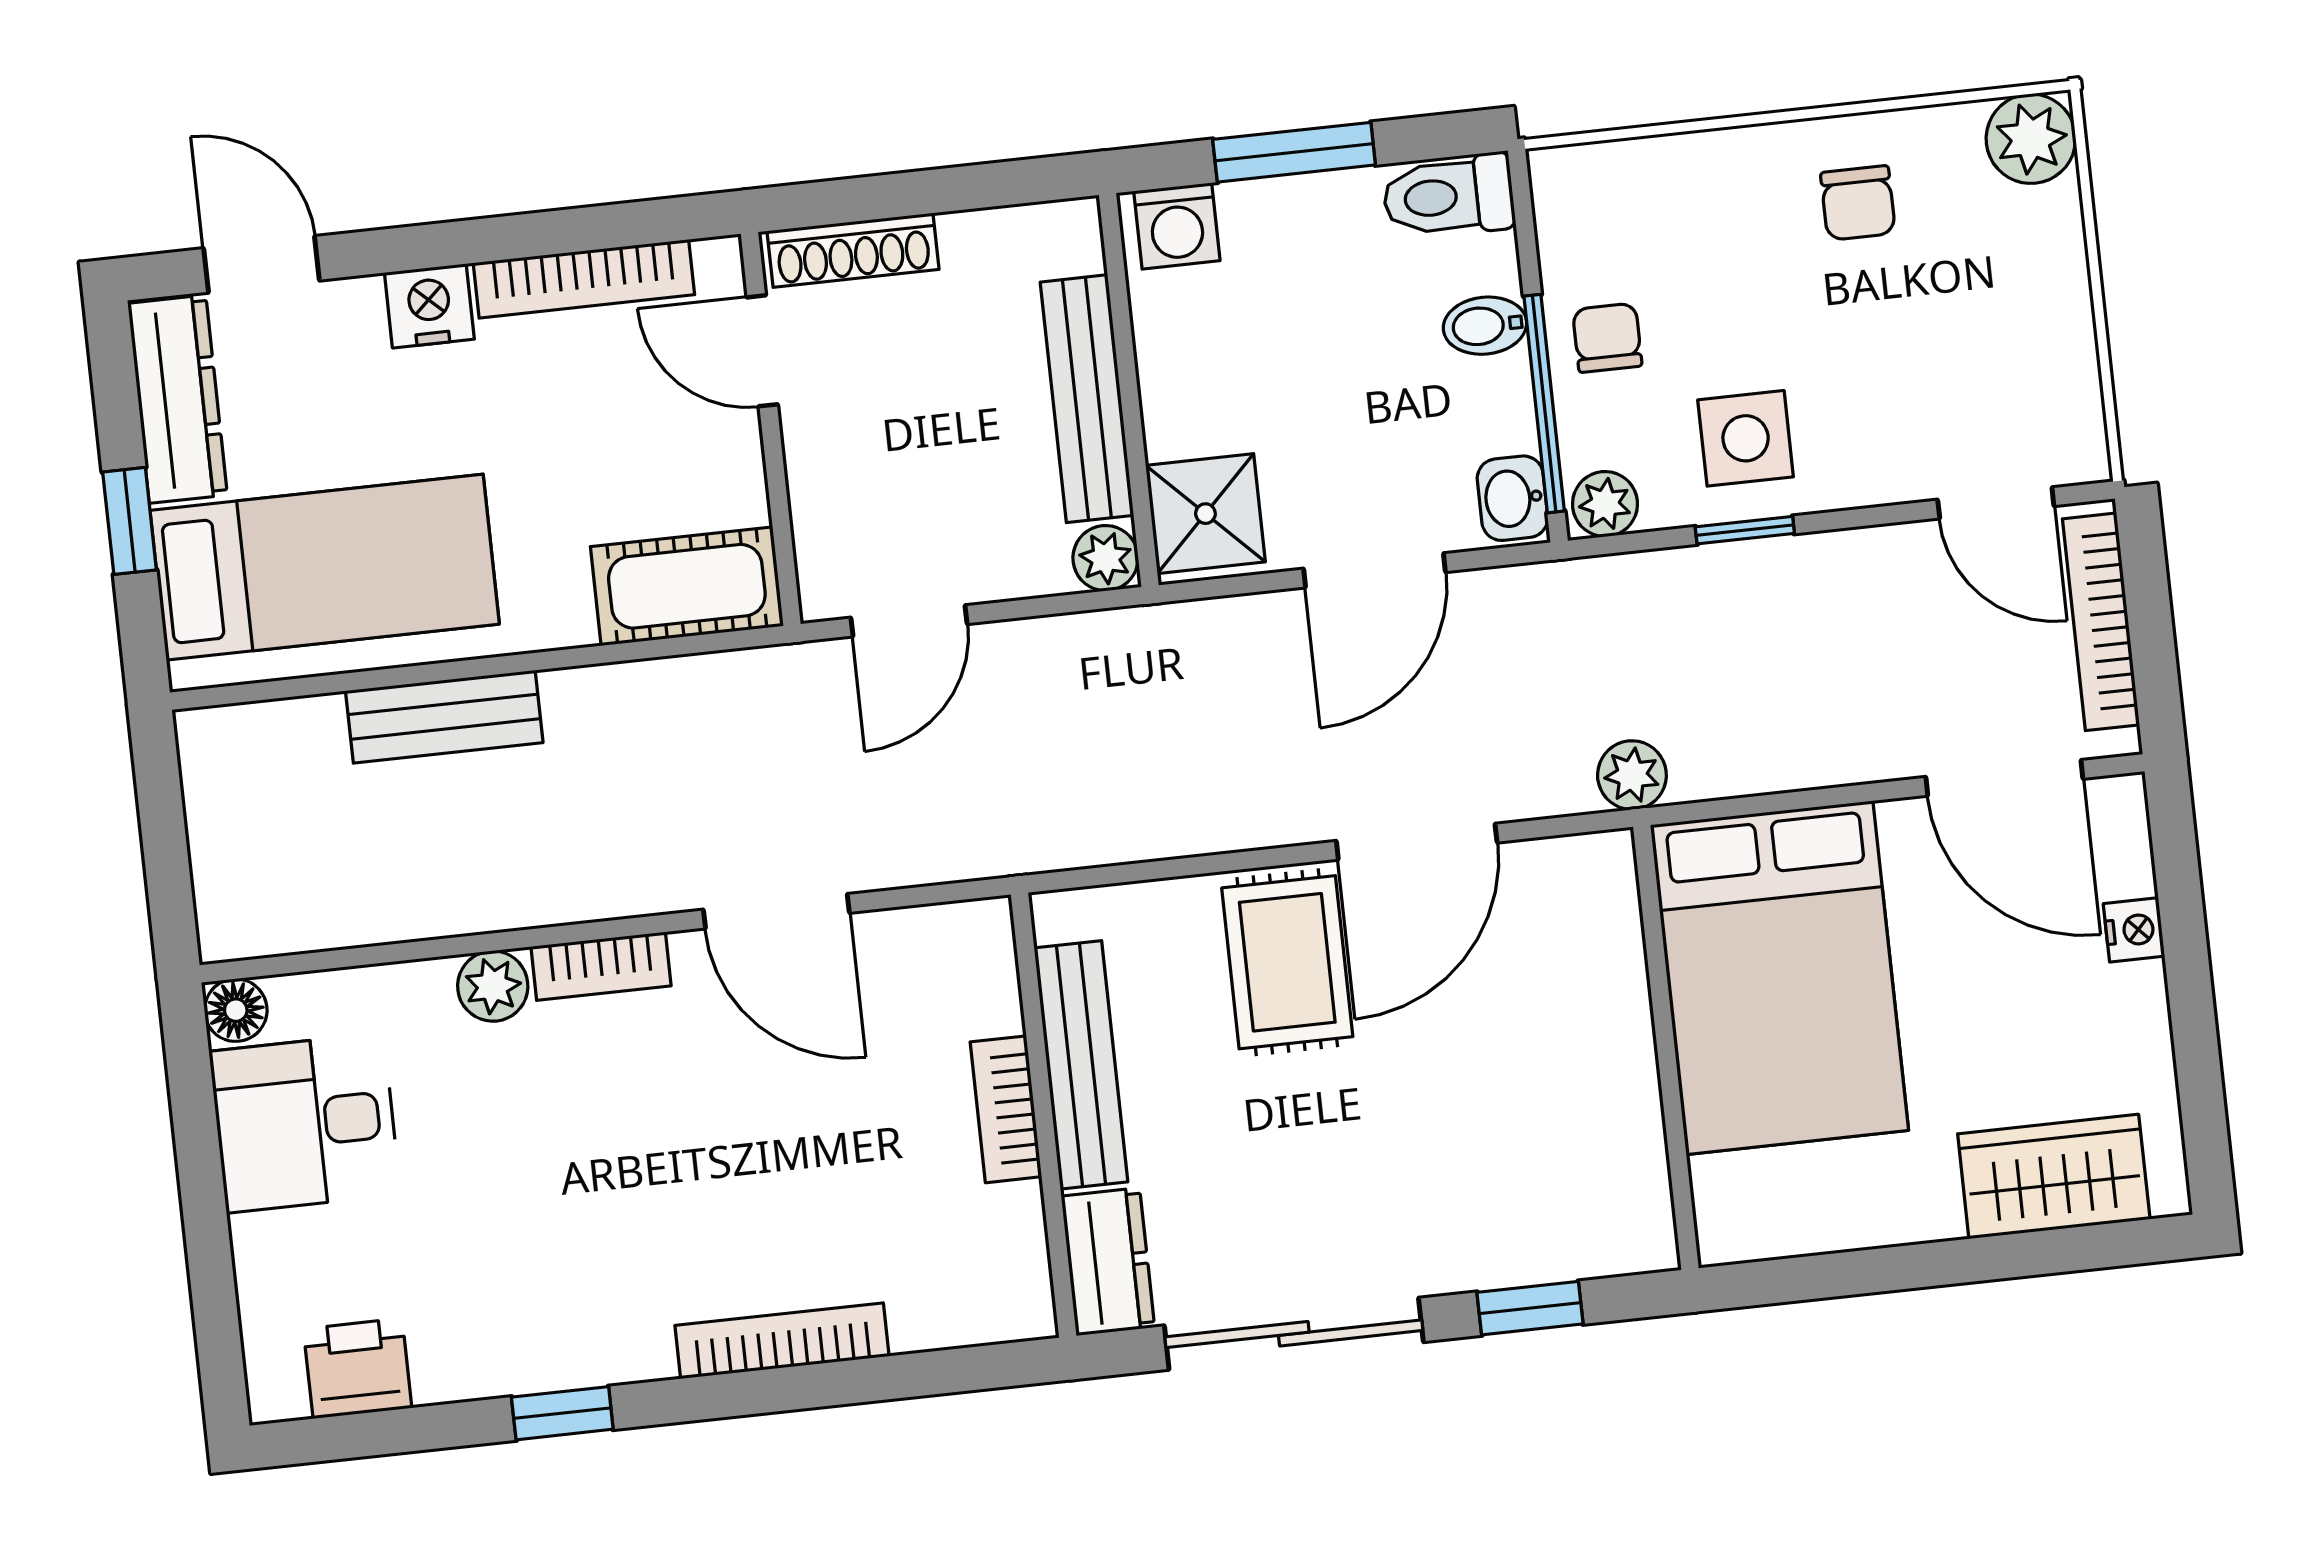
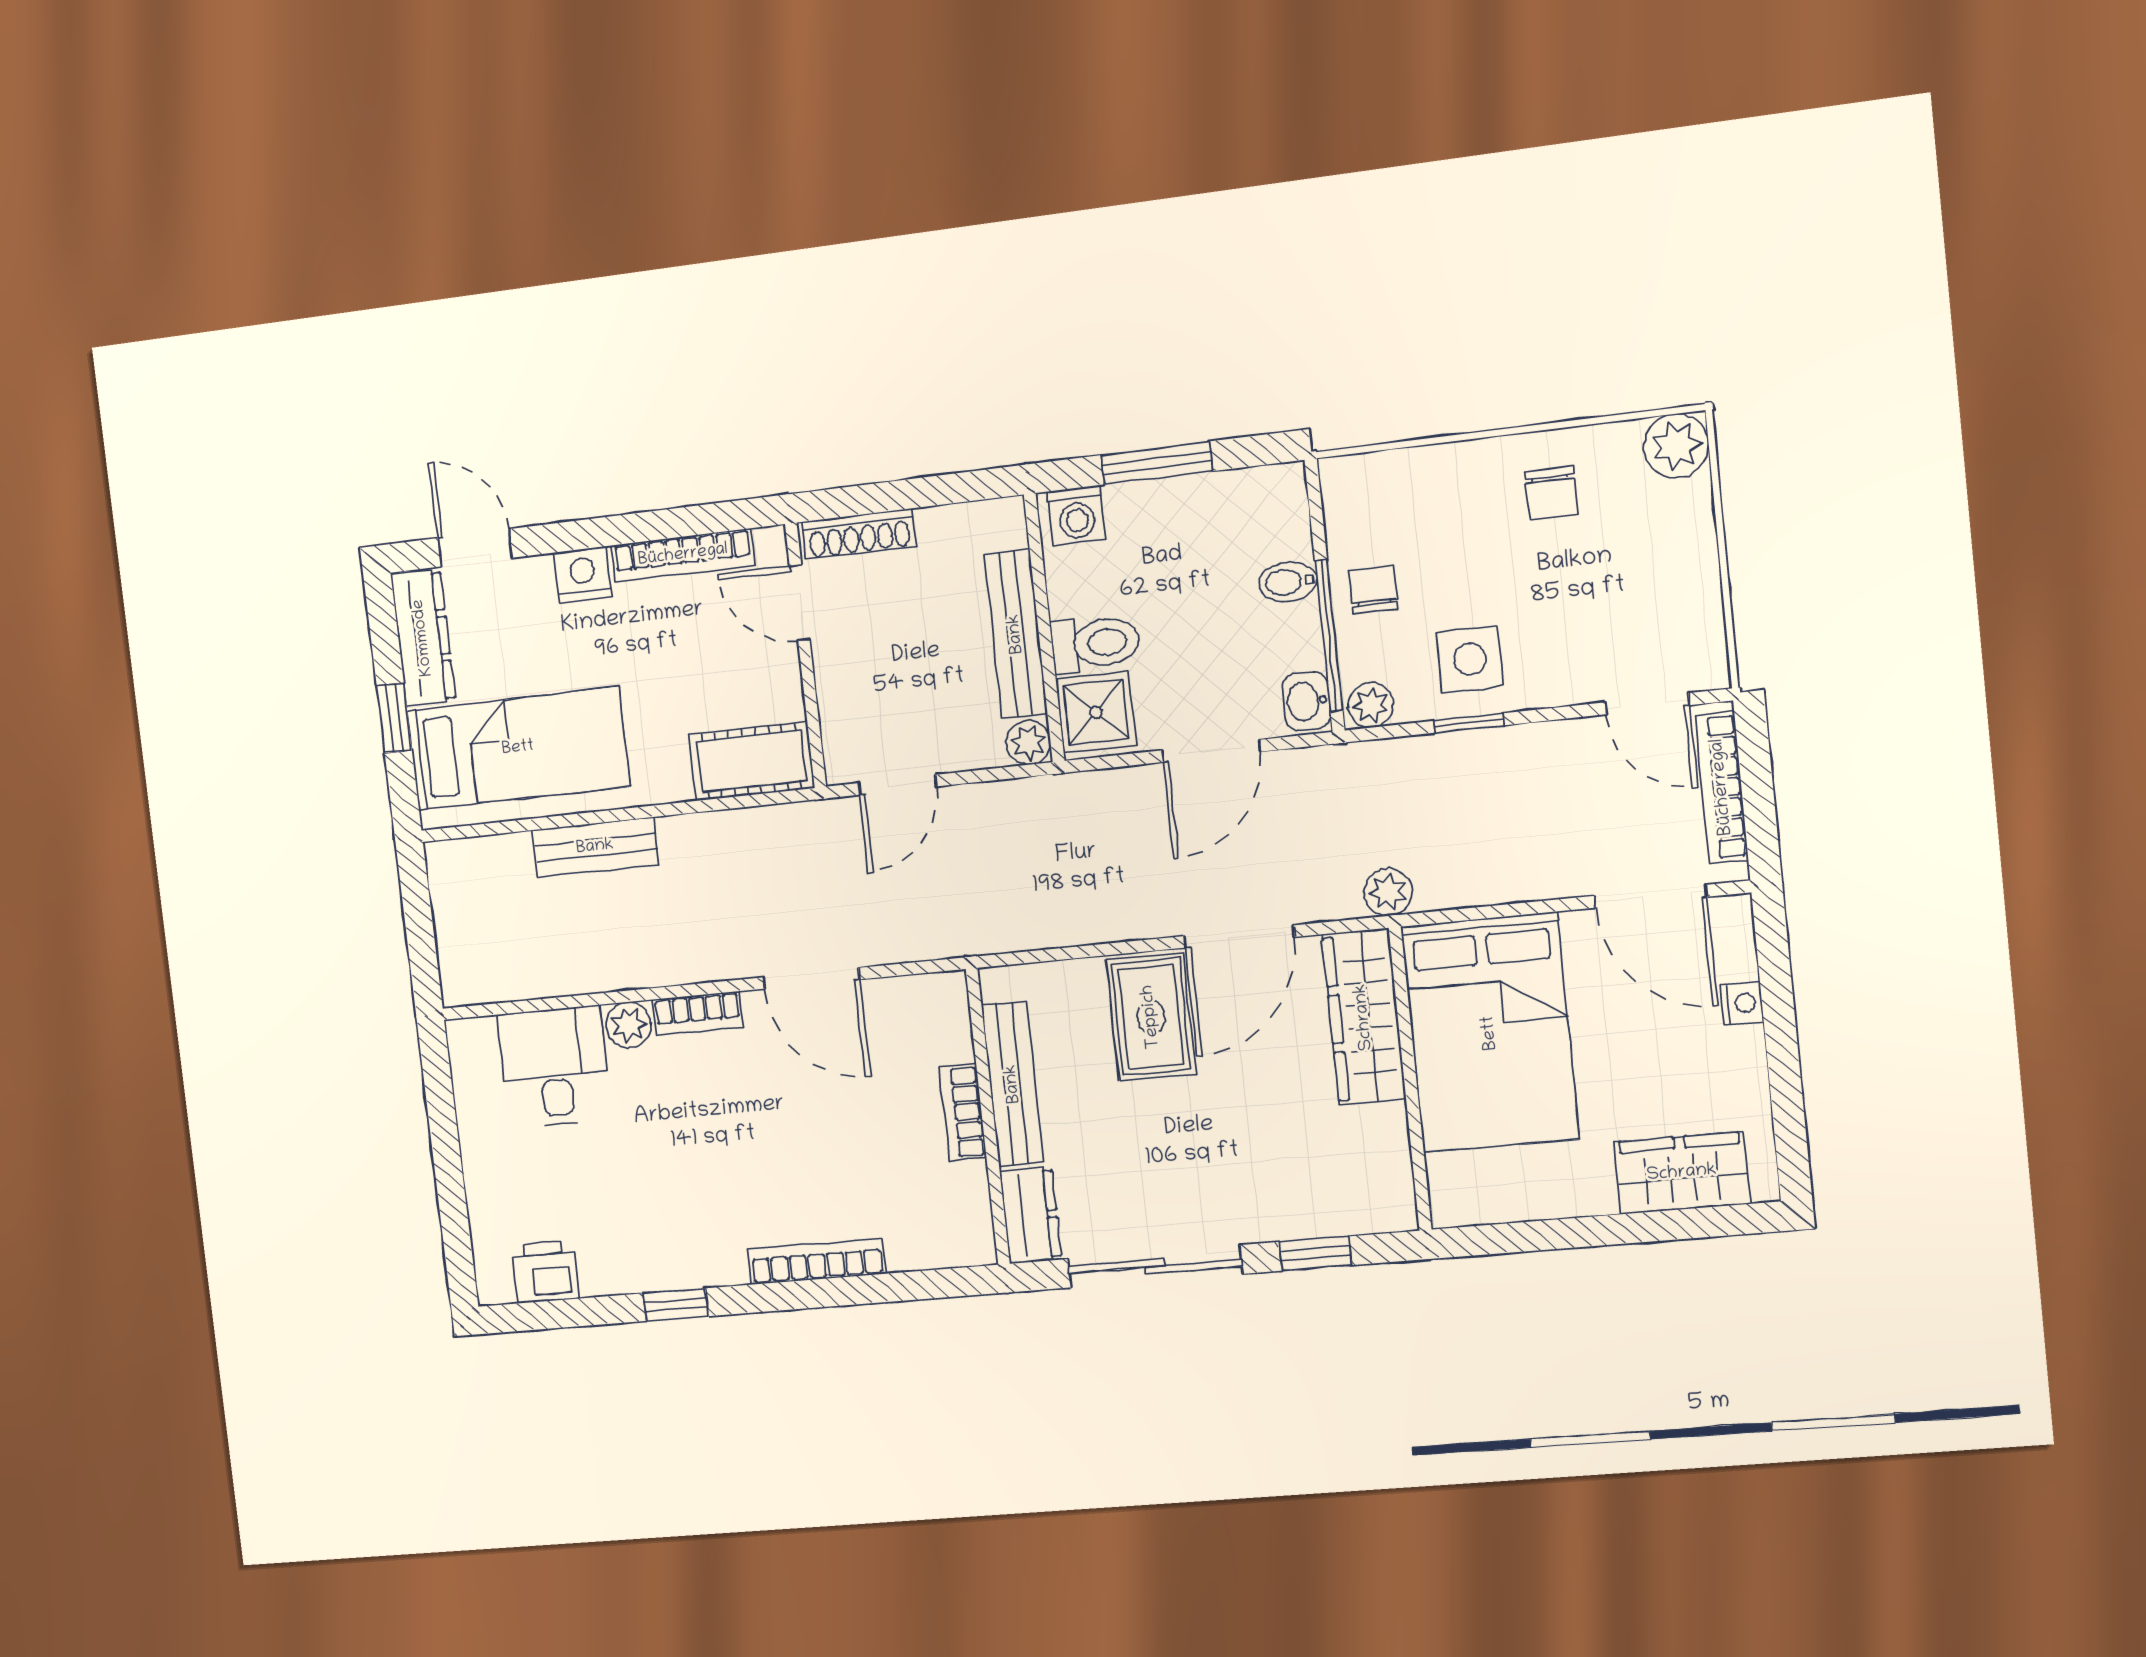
toilet: (1449, 196) -> (1095, 643), moved, turned 180
wardrobe: (1598, 957) -> (1364, 1017), added
floor lamp: (236, 1010) -> (466, 1038), removed
desk: (305, 1123) -> (555, 1067), moved, turned 90

